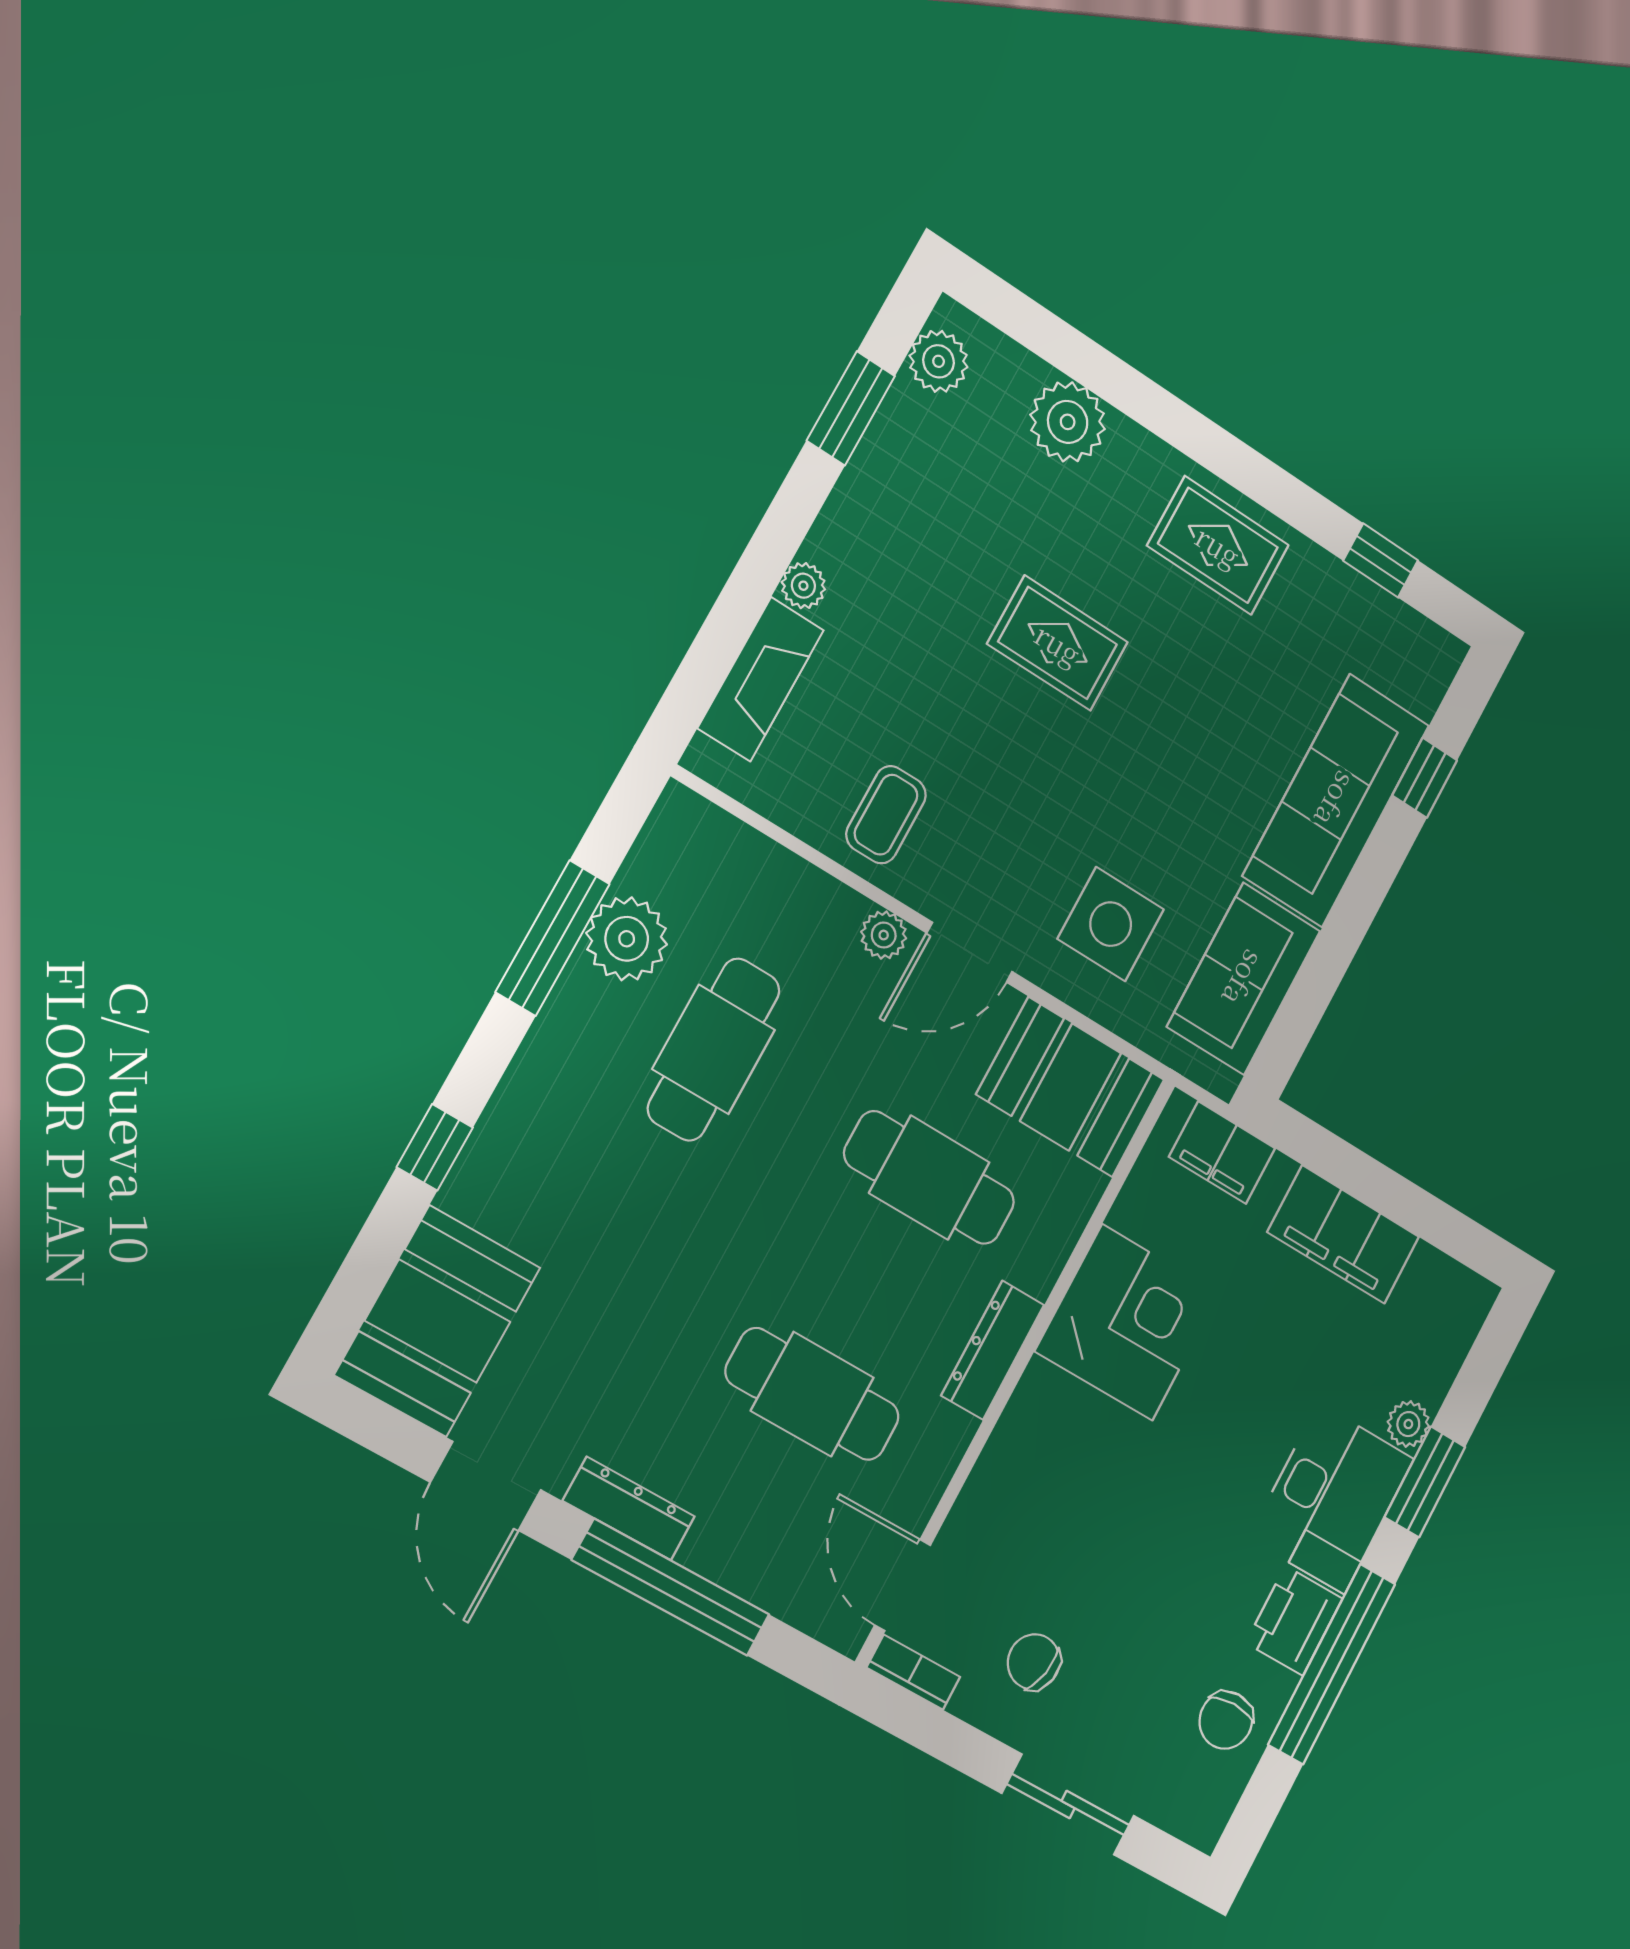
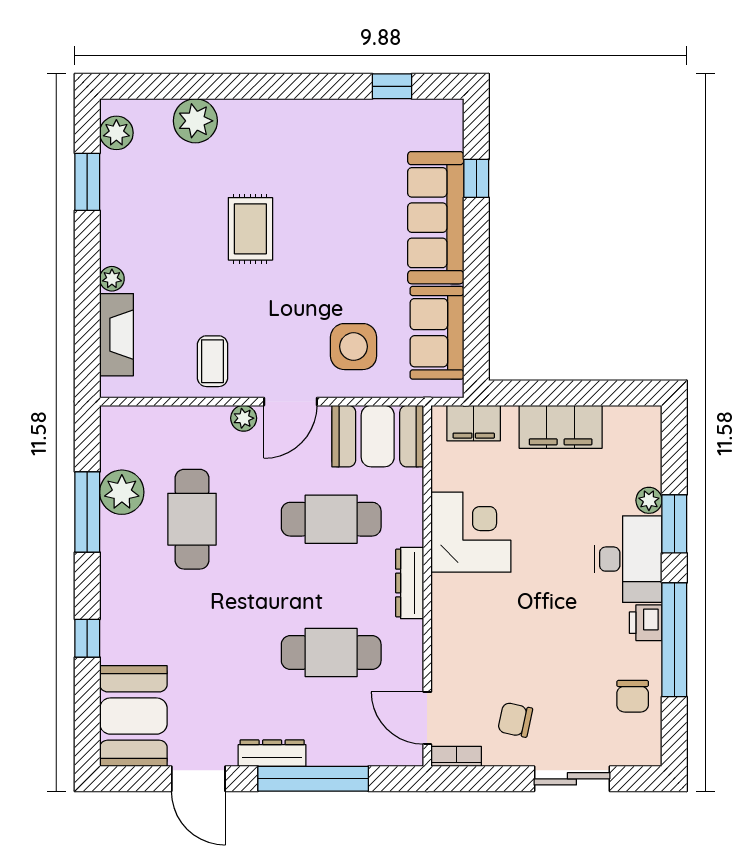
rug: (1218, 545) -> (304, 132), removed
rug: (1058, 643) -> (250, 229), turned 90
printer: (1294, 1621) -> (646, 623), width x0.73, depth x0.81

